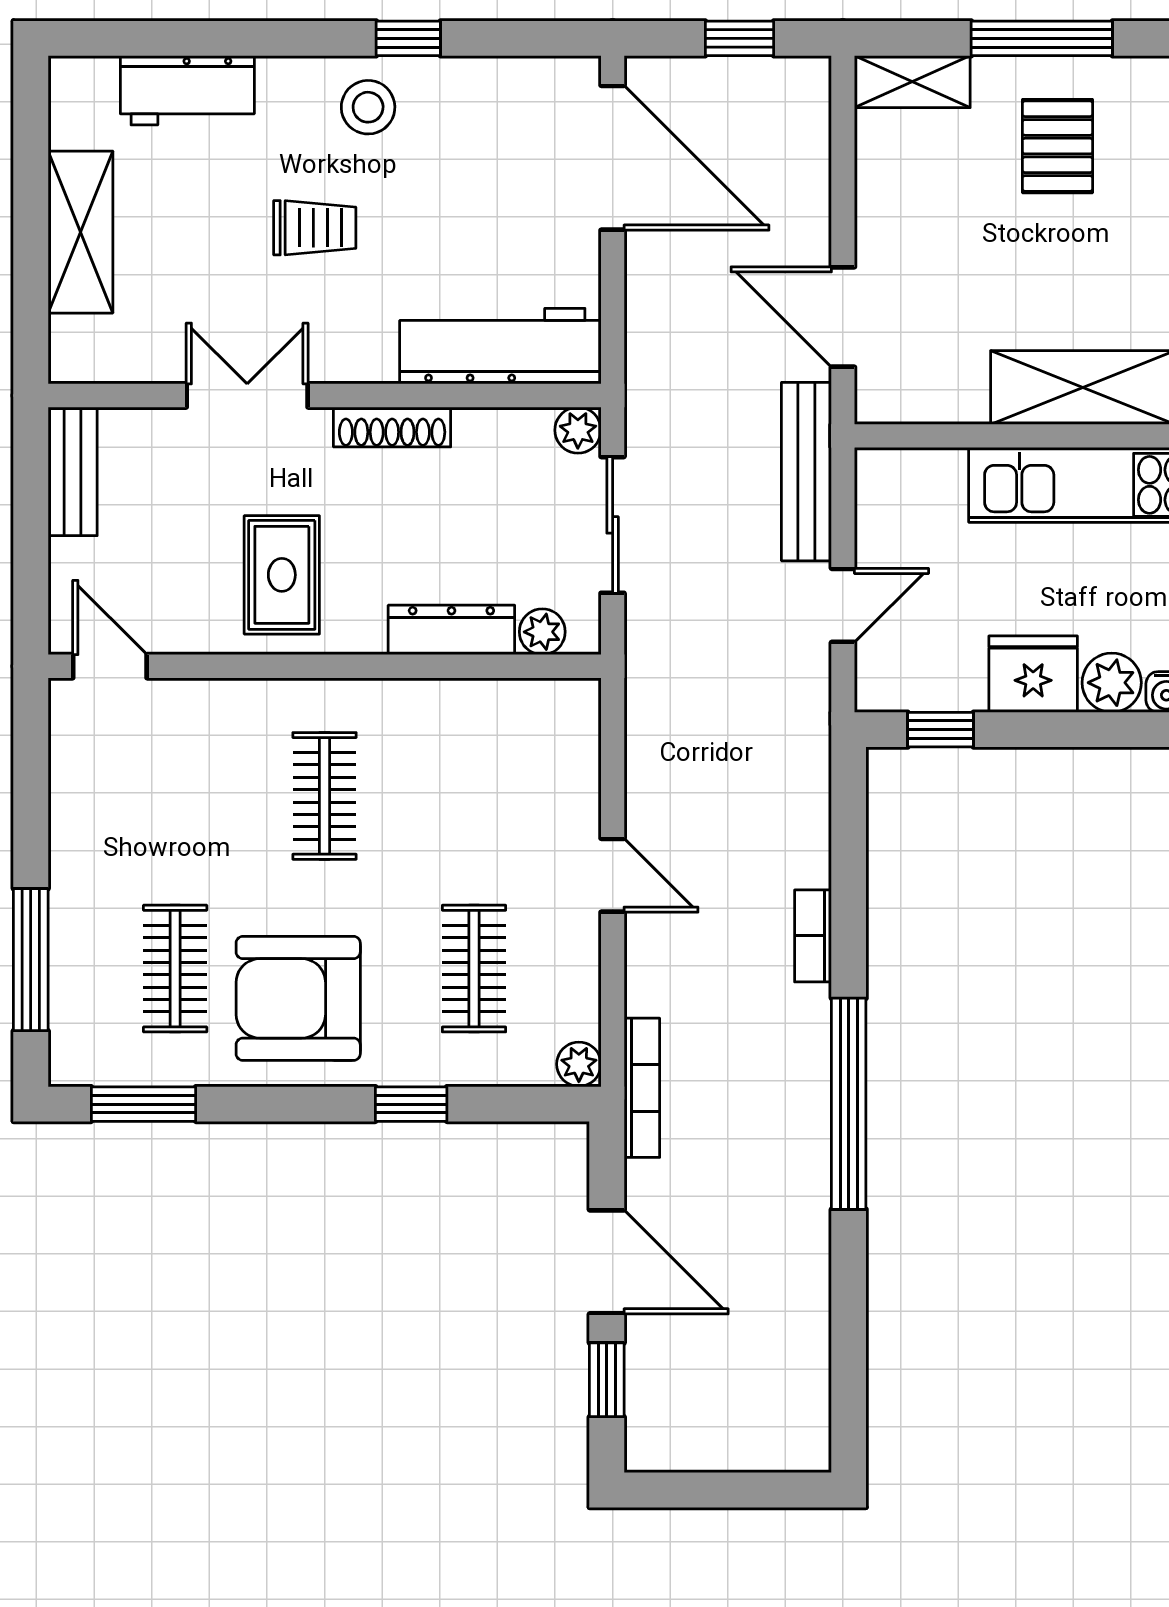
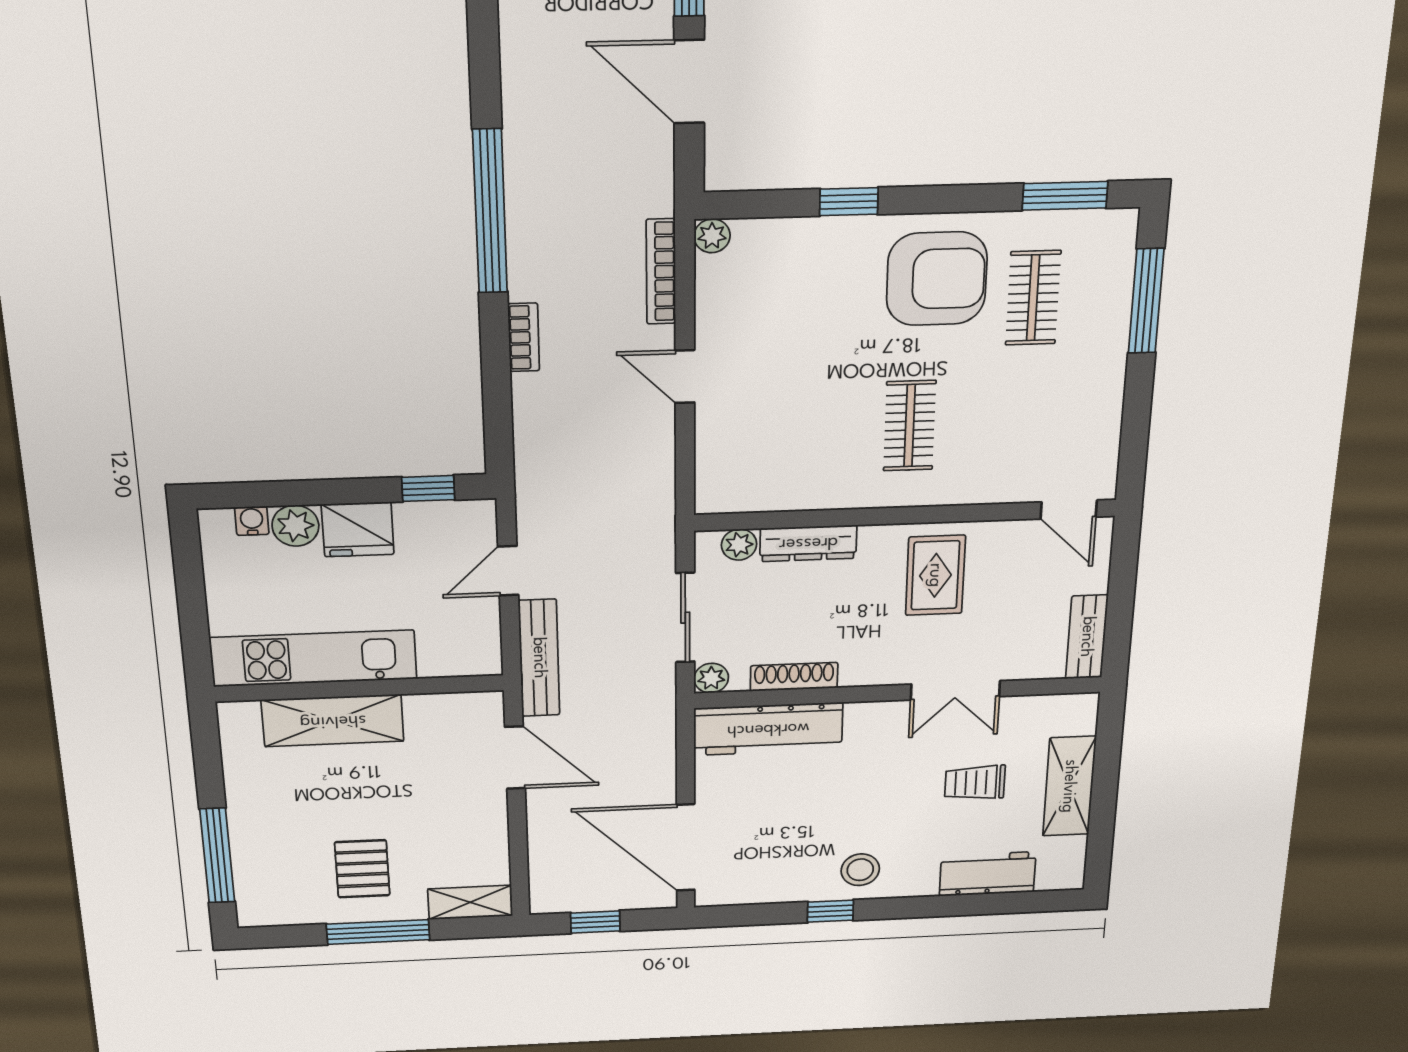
trolley: (315, 228) -> (975, 783), moved
shoe rack: (392, 427) -> (794, 677), moved
clothes rail: (474, 969) -> (796, 305), removed
bookcase: (642, 1088) -> (661, 272), moved

